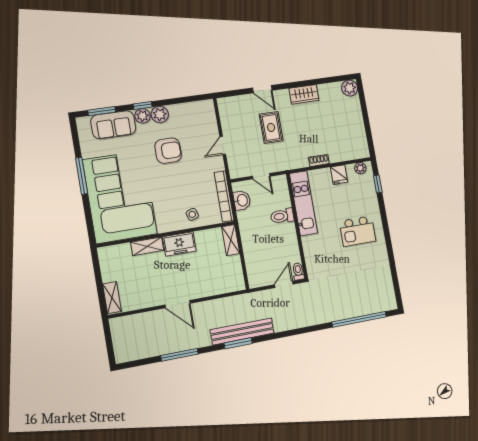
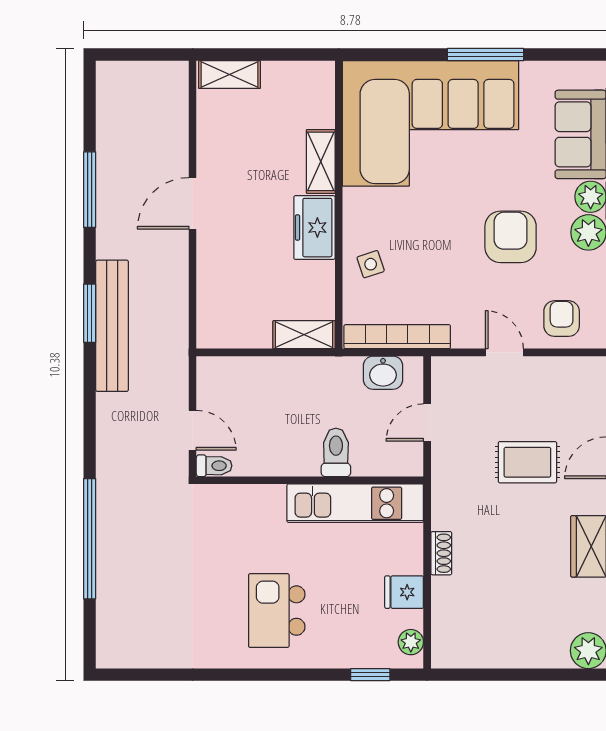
armchair: (202, 121) -> (562, 319), added
armchair: (168, 151) -> (511, 237), turned 180
window: (359, 319) -> (90, 539), moved

